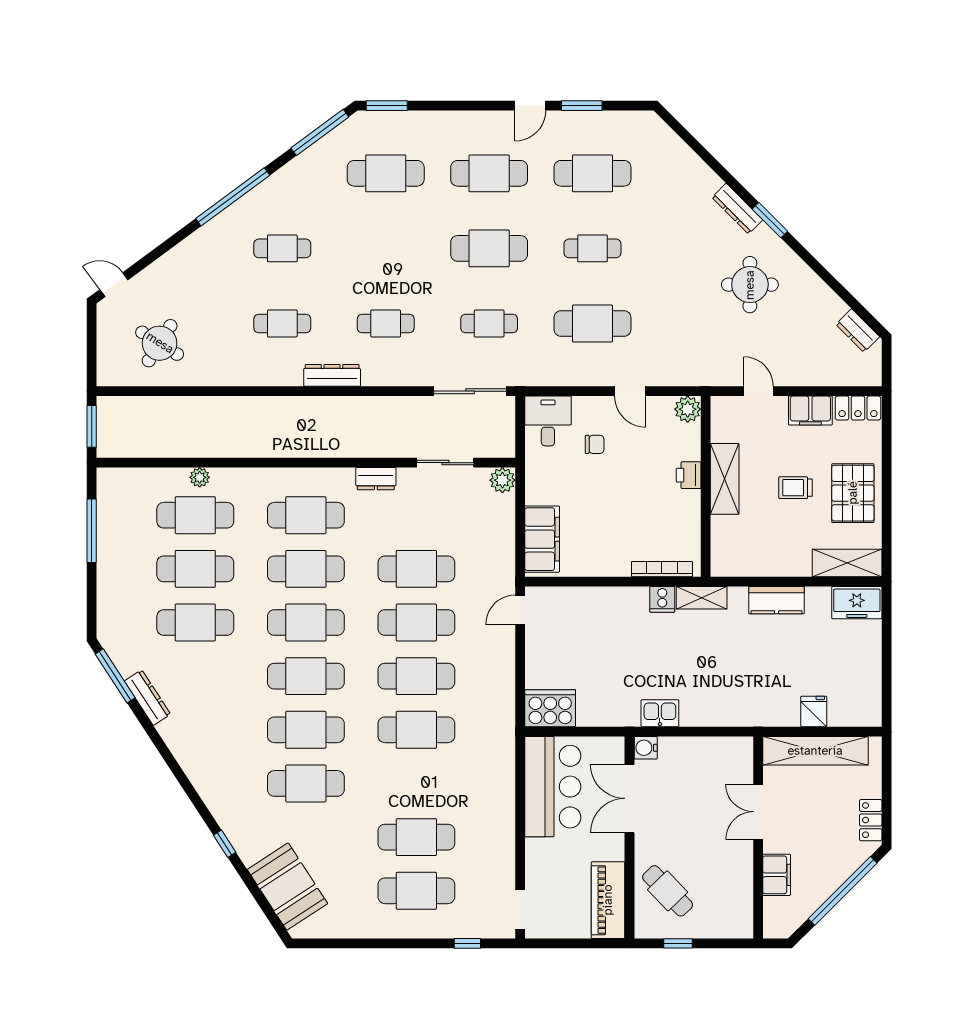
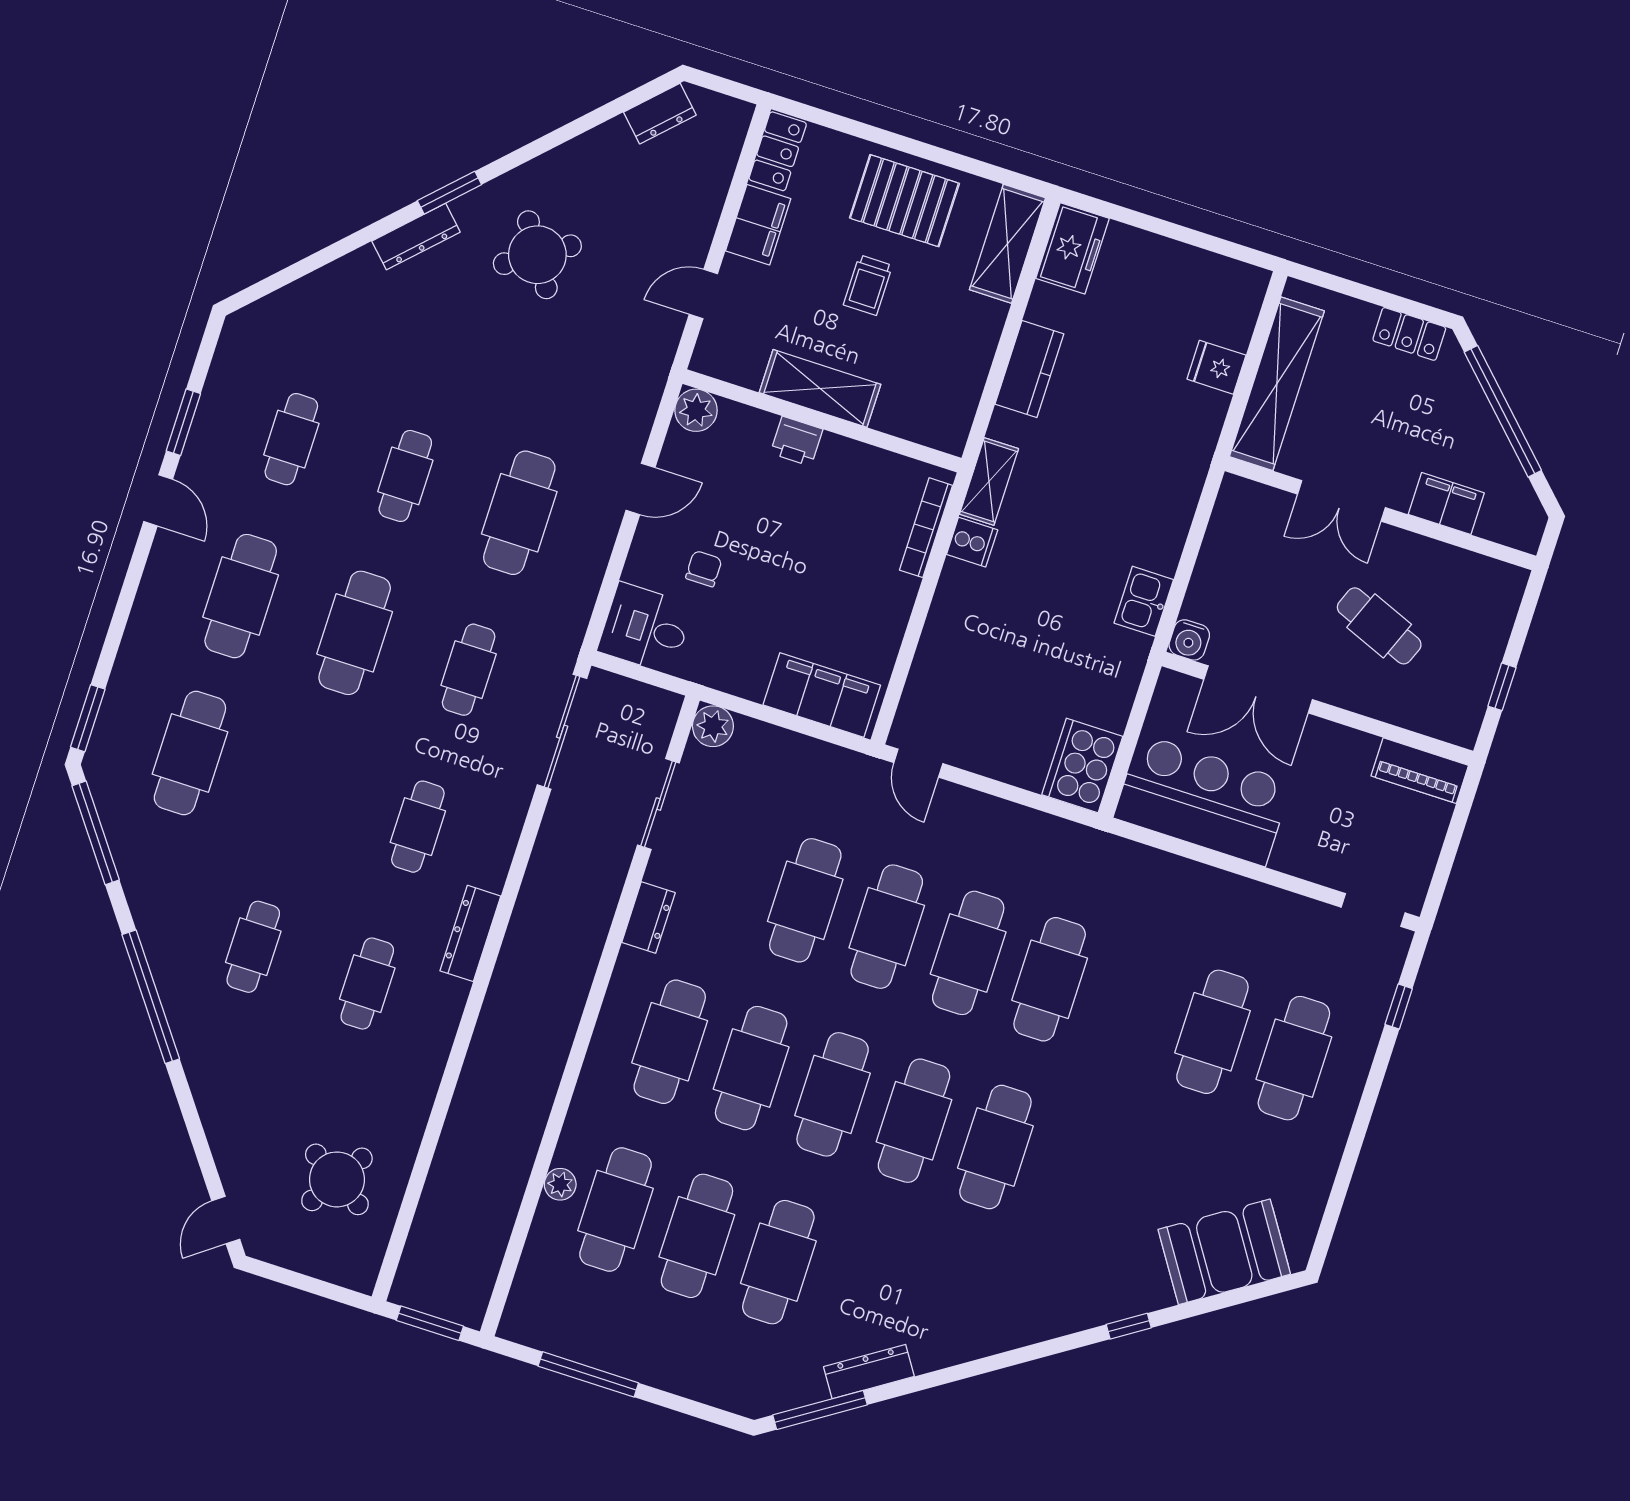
cafe table: (592, 173) -> (291, 439), width x0.73, depth x0.74
round table: (750, 285) -> (537, 255), turned -33
cafe table: (306, 783) -> (1077, 1173), removed
cafe table: (668, 891) -> (1379, 626), moved, turned 66
piano: (608, 900) -> (1420, 771), width x0.73, depth x0.75

